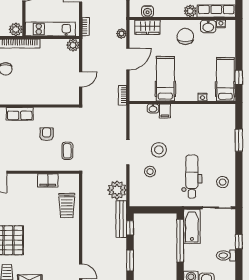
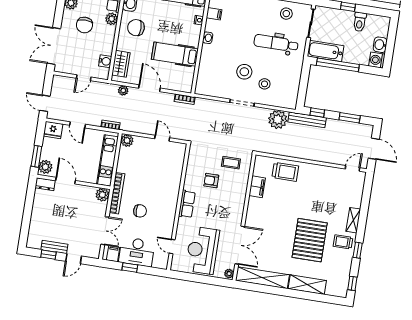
washbasin: (153, 108) -> (208, 38), moved
filing cabinet: (165, 111) -> (214, 14), moved

